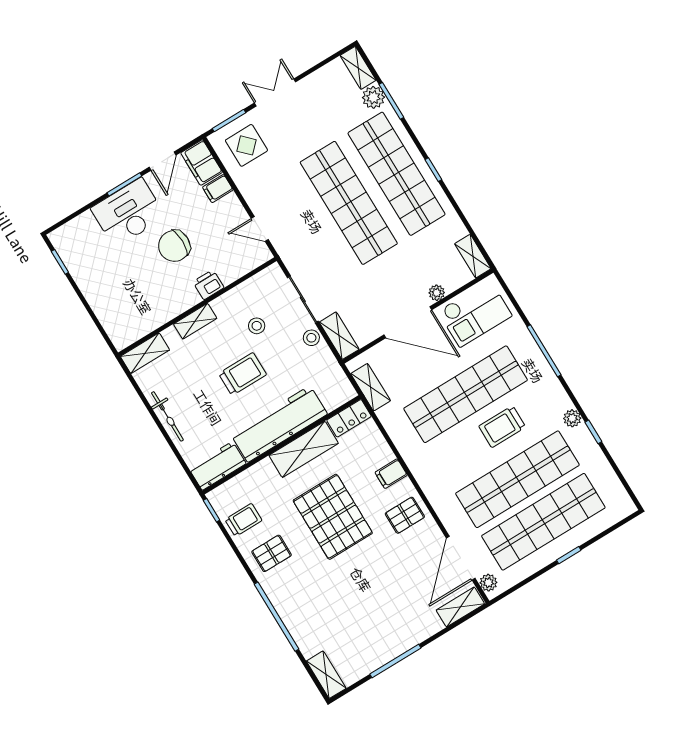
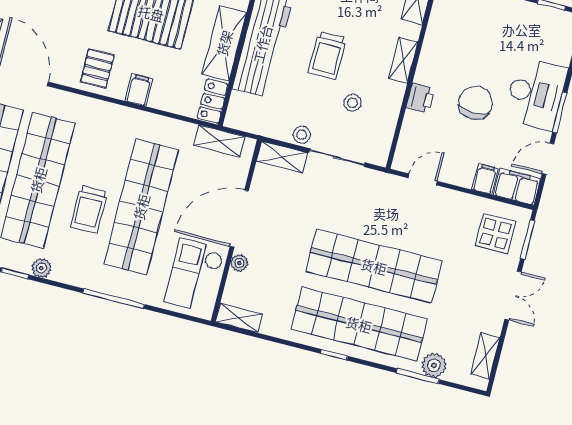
shelving: (358, 68) -> (485, 356), moved, turned 90
door: (163, 161) -> (548, 159), hinge flipped
trolley: (502, 427) -> (89, 209), turned 180

